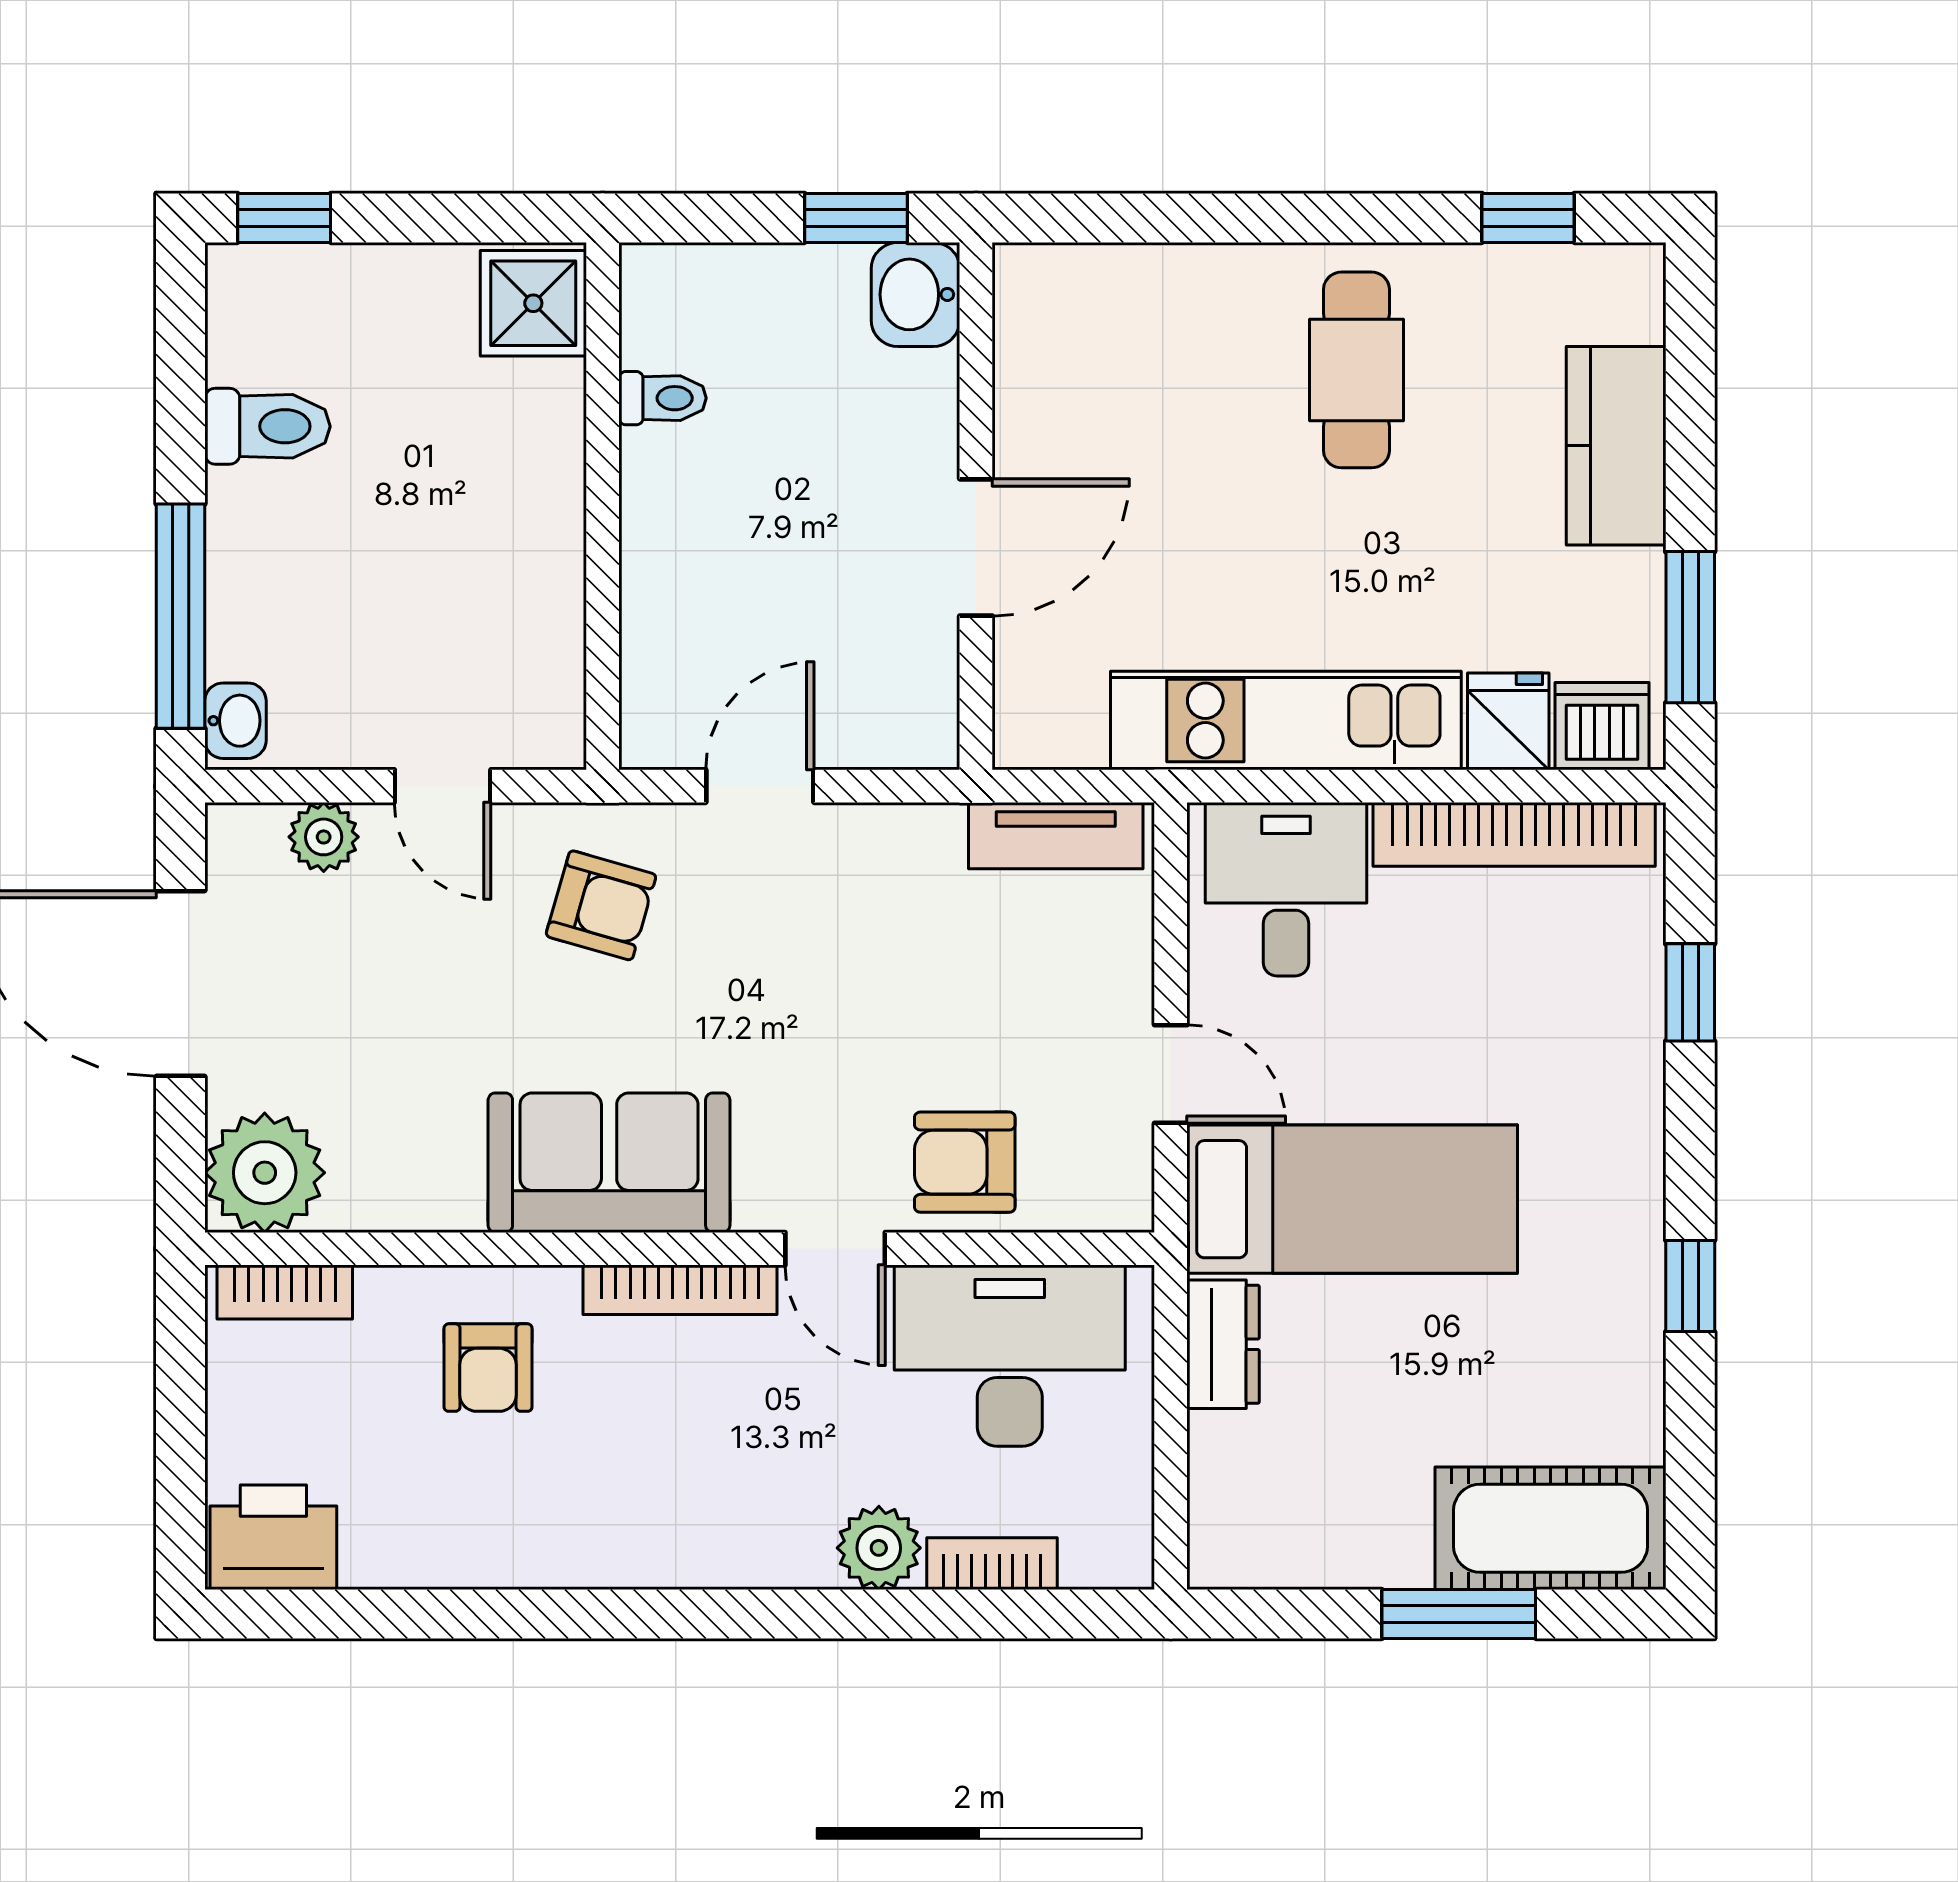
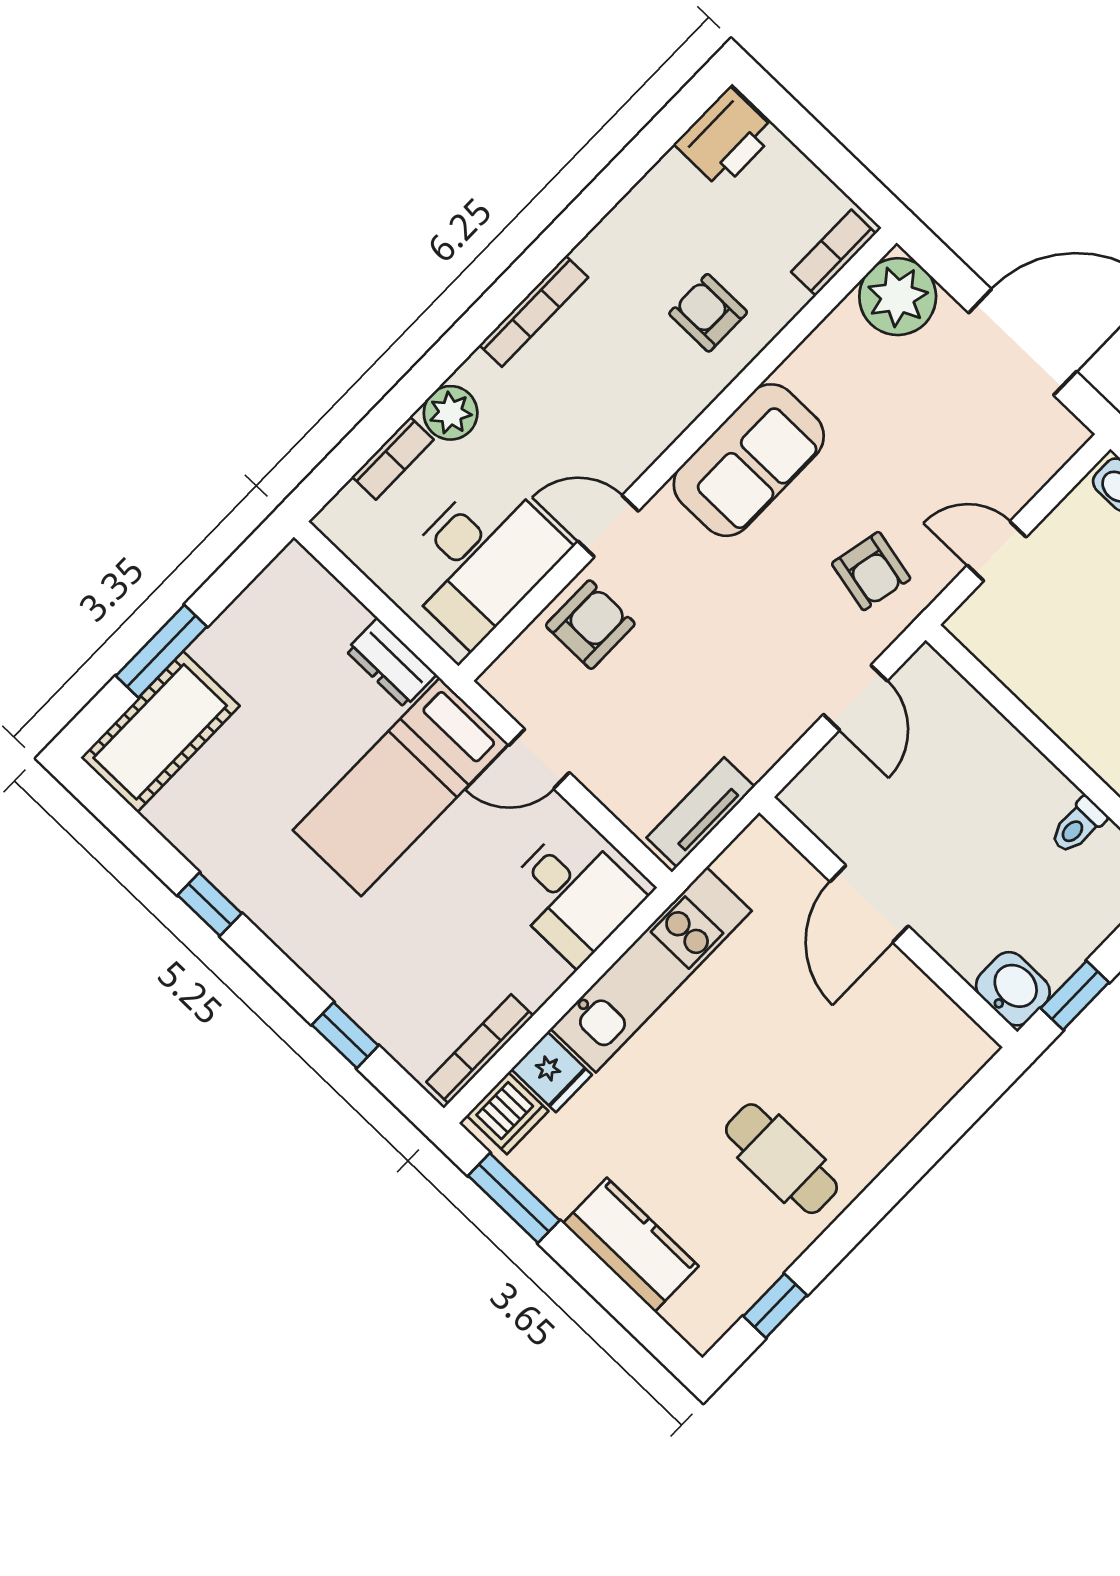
bookcase: (1514, 834) -> (480, 1049), width x0.68, depth x0.76
plant: (324, 837) -> (1026, 474), removed
armchair: (601, 905) -> (871, 571), turned -94
bookcase: (680, 1290) -> (534, 311), moved, turned 180

